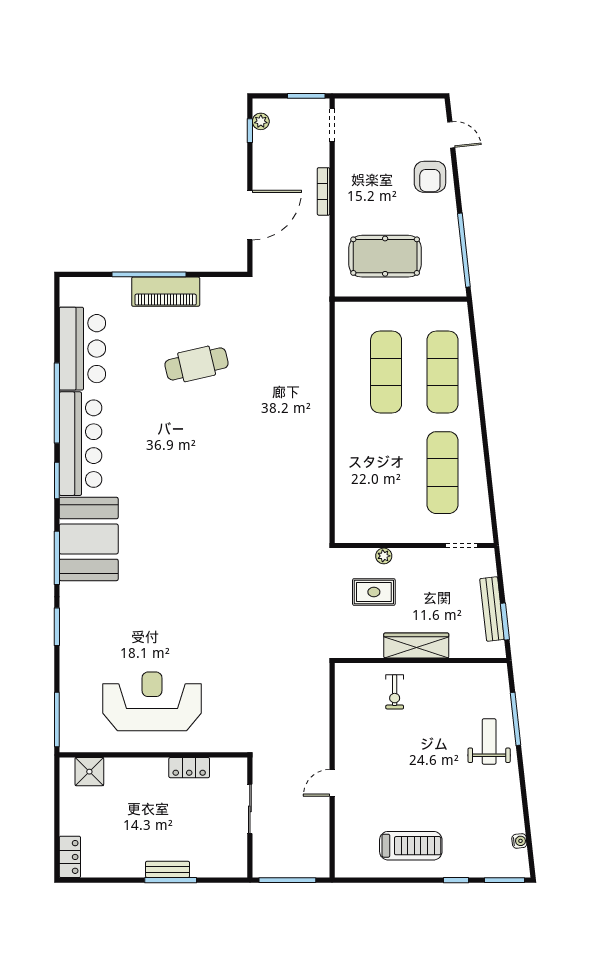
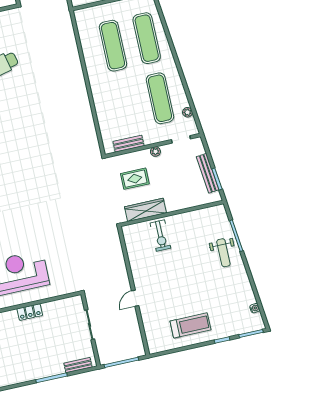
plant: (481, 505) -> (188, 112), added
bench: (376, 534) -> (128, 144), added
plant: (384, 556) -> (155, 152), moved
wardrobe: (416, 645) -> (145, 210), moved
exercise bike: (395, 692) -> (160, 236), width x1.38, depth x1.39
weight bench: (489, 742) -> (223, 253), turned 180
locker: (189, 768) -> (30, 312), moved
bench: (168, 869) -> (78, 365), moved

